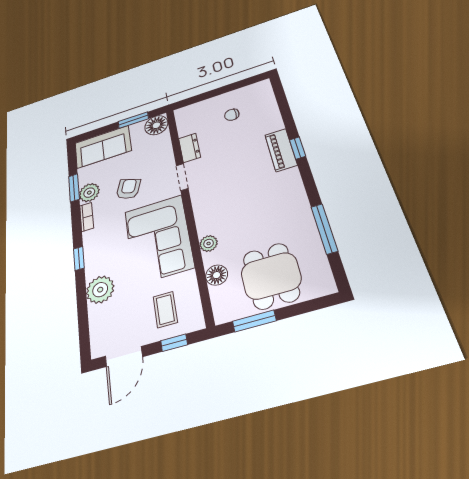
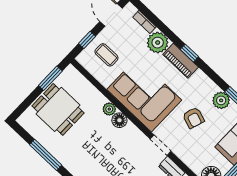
bookcase: (87, 217) -> (144, 22), moved
piano: (94, 255) -> (181, 61), added
floor lamp: (217, 275) -> (119, 120), moved

